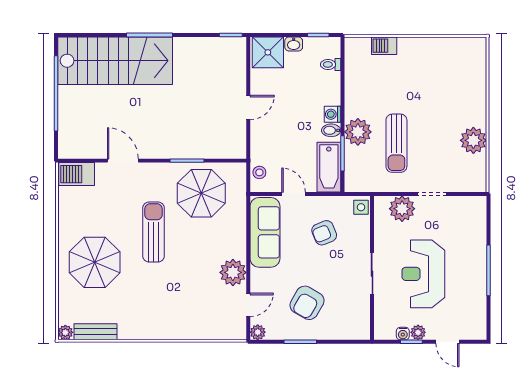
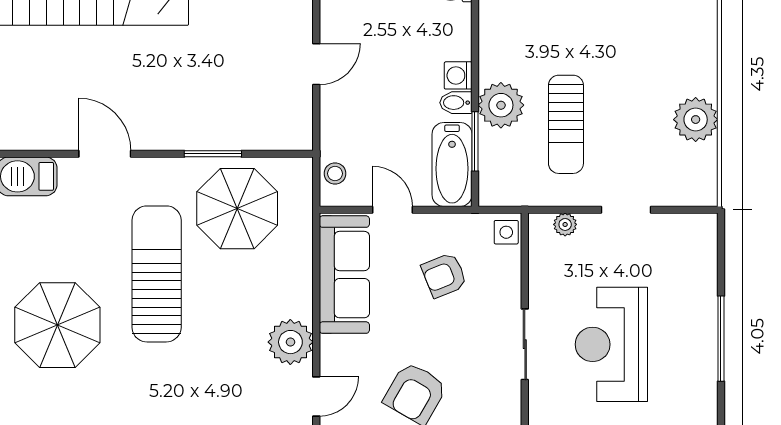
plant: (402, 209) -> (565, 224), width x0.53, depth x0.53
sun lounger: (154, 232) -> (157, 274), width x1.36, depth x1.34

